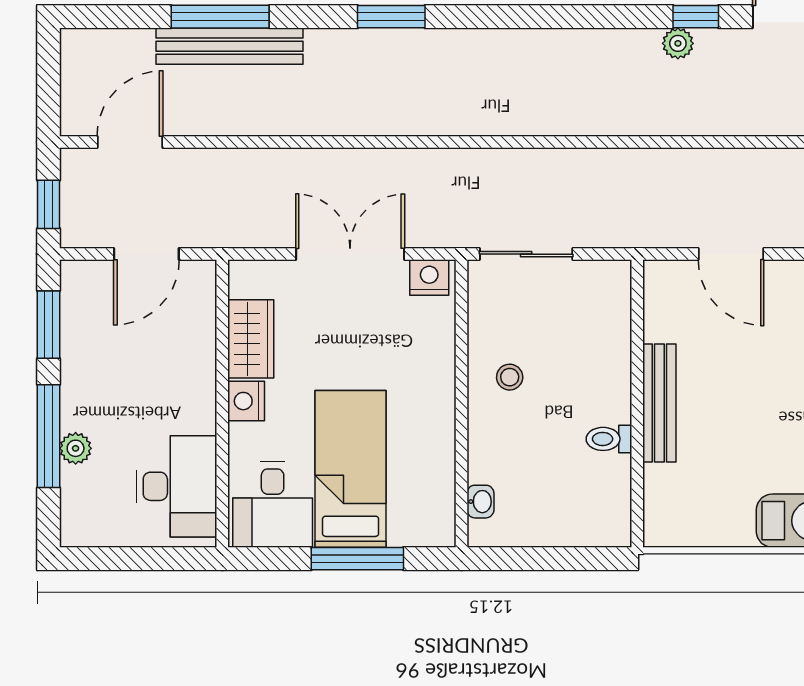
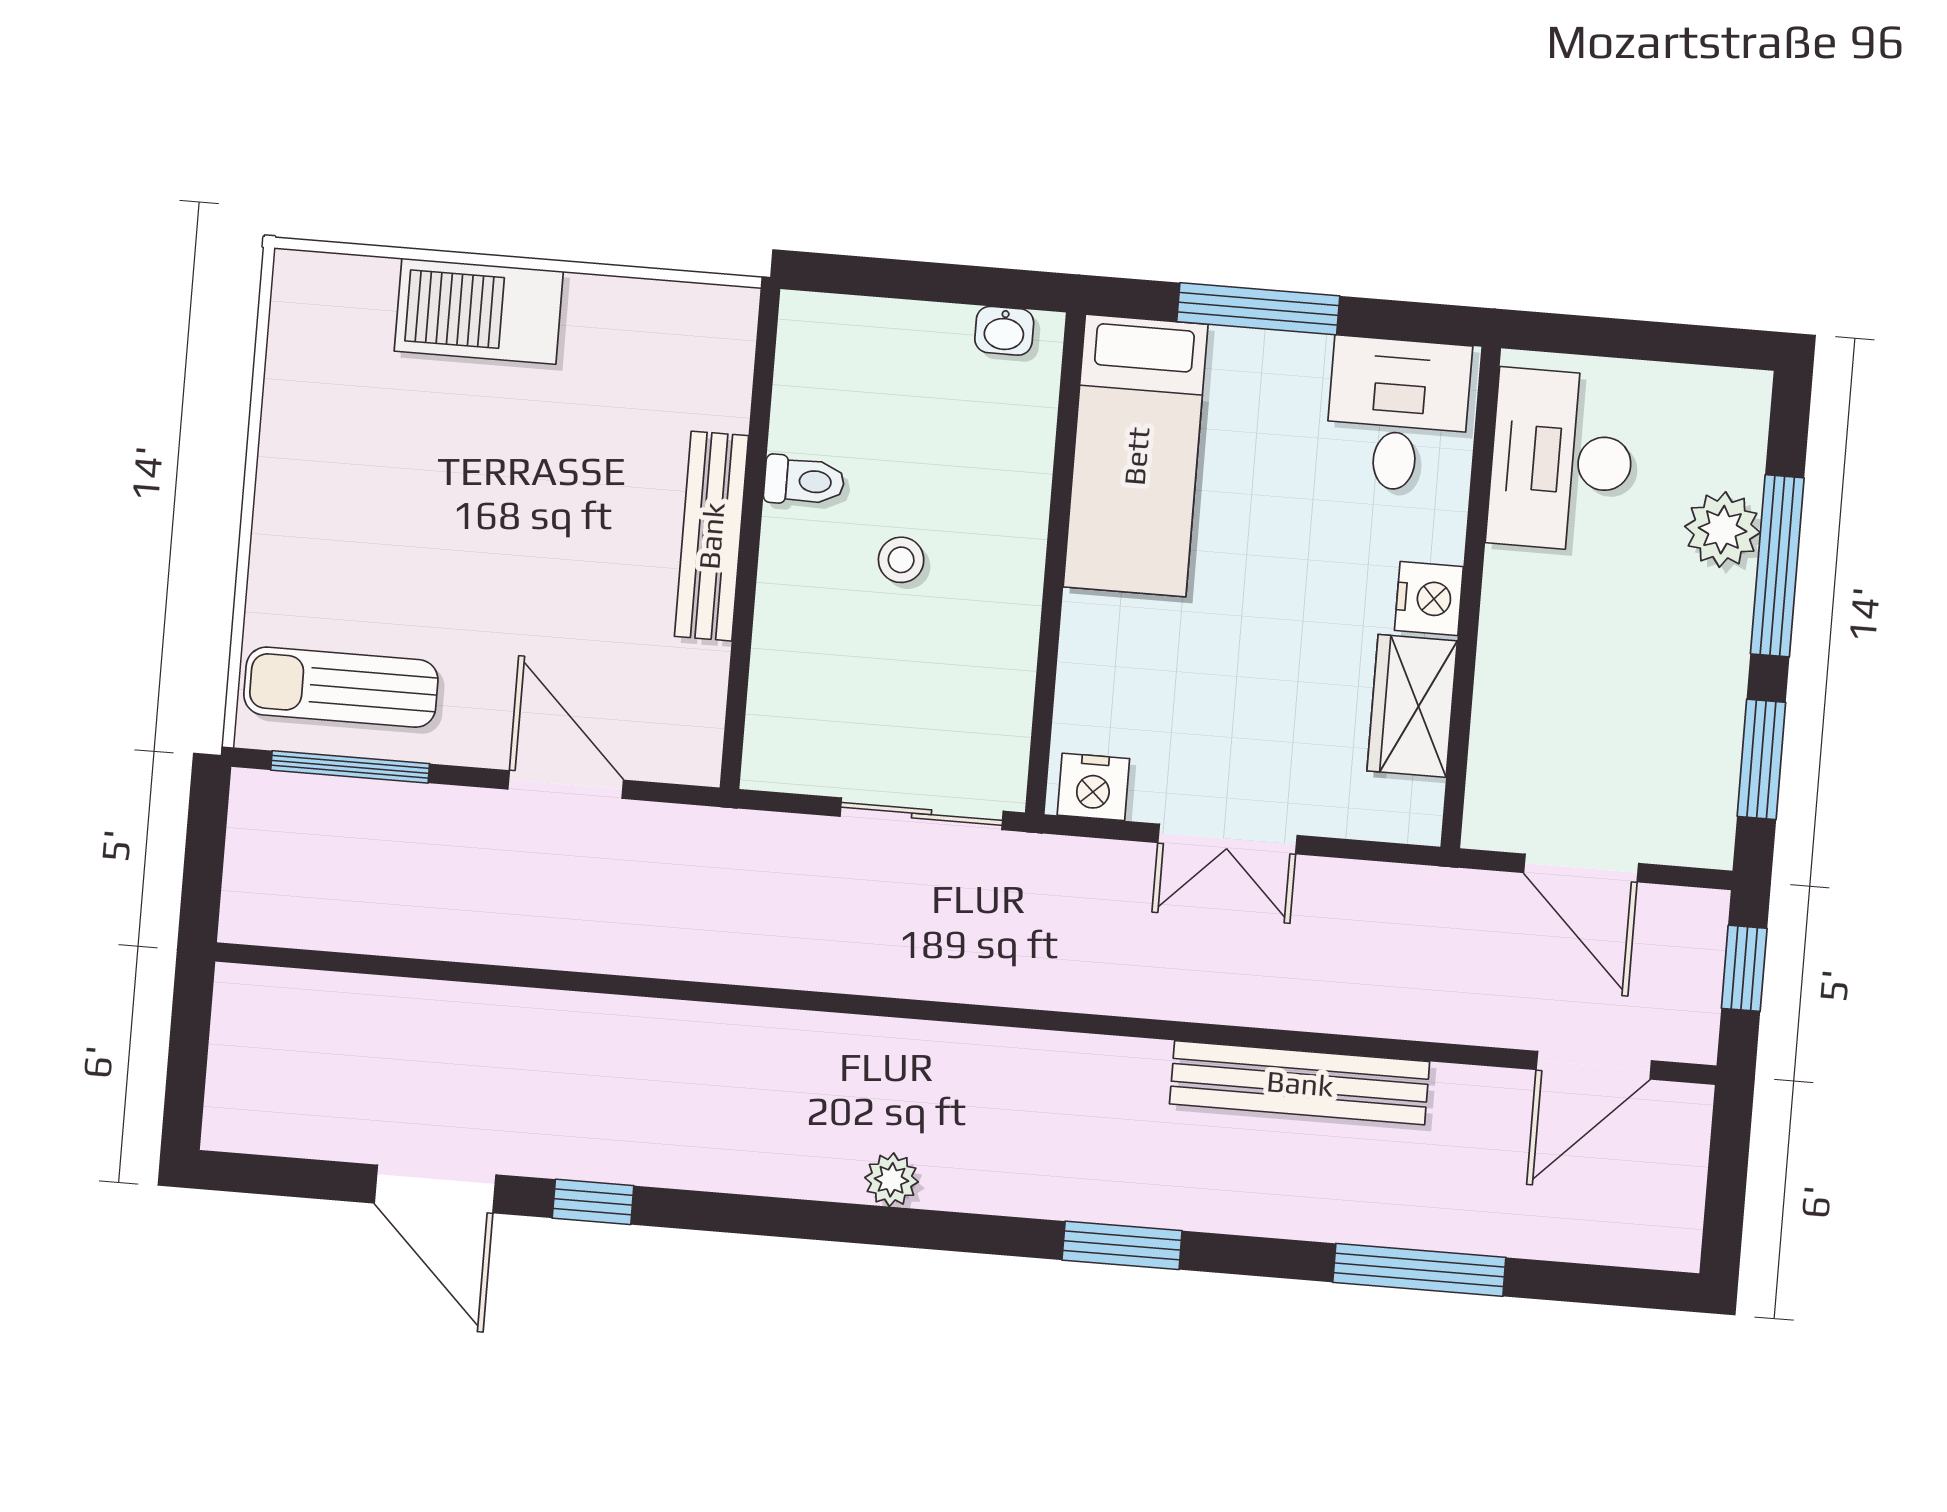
plant: (678, 43) -> (892, 1180), moved
bench: (230, 46) -> (1300, 1083), moved
door: (146, 254) -> (1581, 868), swing flipped
double door: (350, 254) -> (1227, 839), width x0.73
stool: (510, 377) -> (901, 560), moved
plant: (76, 448) -> (1723, 530), width x1.38, depth x1.38
bed: (351, 469) -> (1136, 456), moved
washbasin: (480, 502) -> (1004, 331), moved, turned -90

